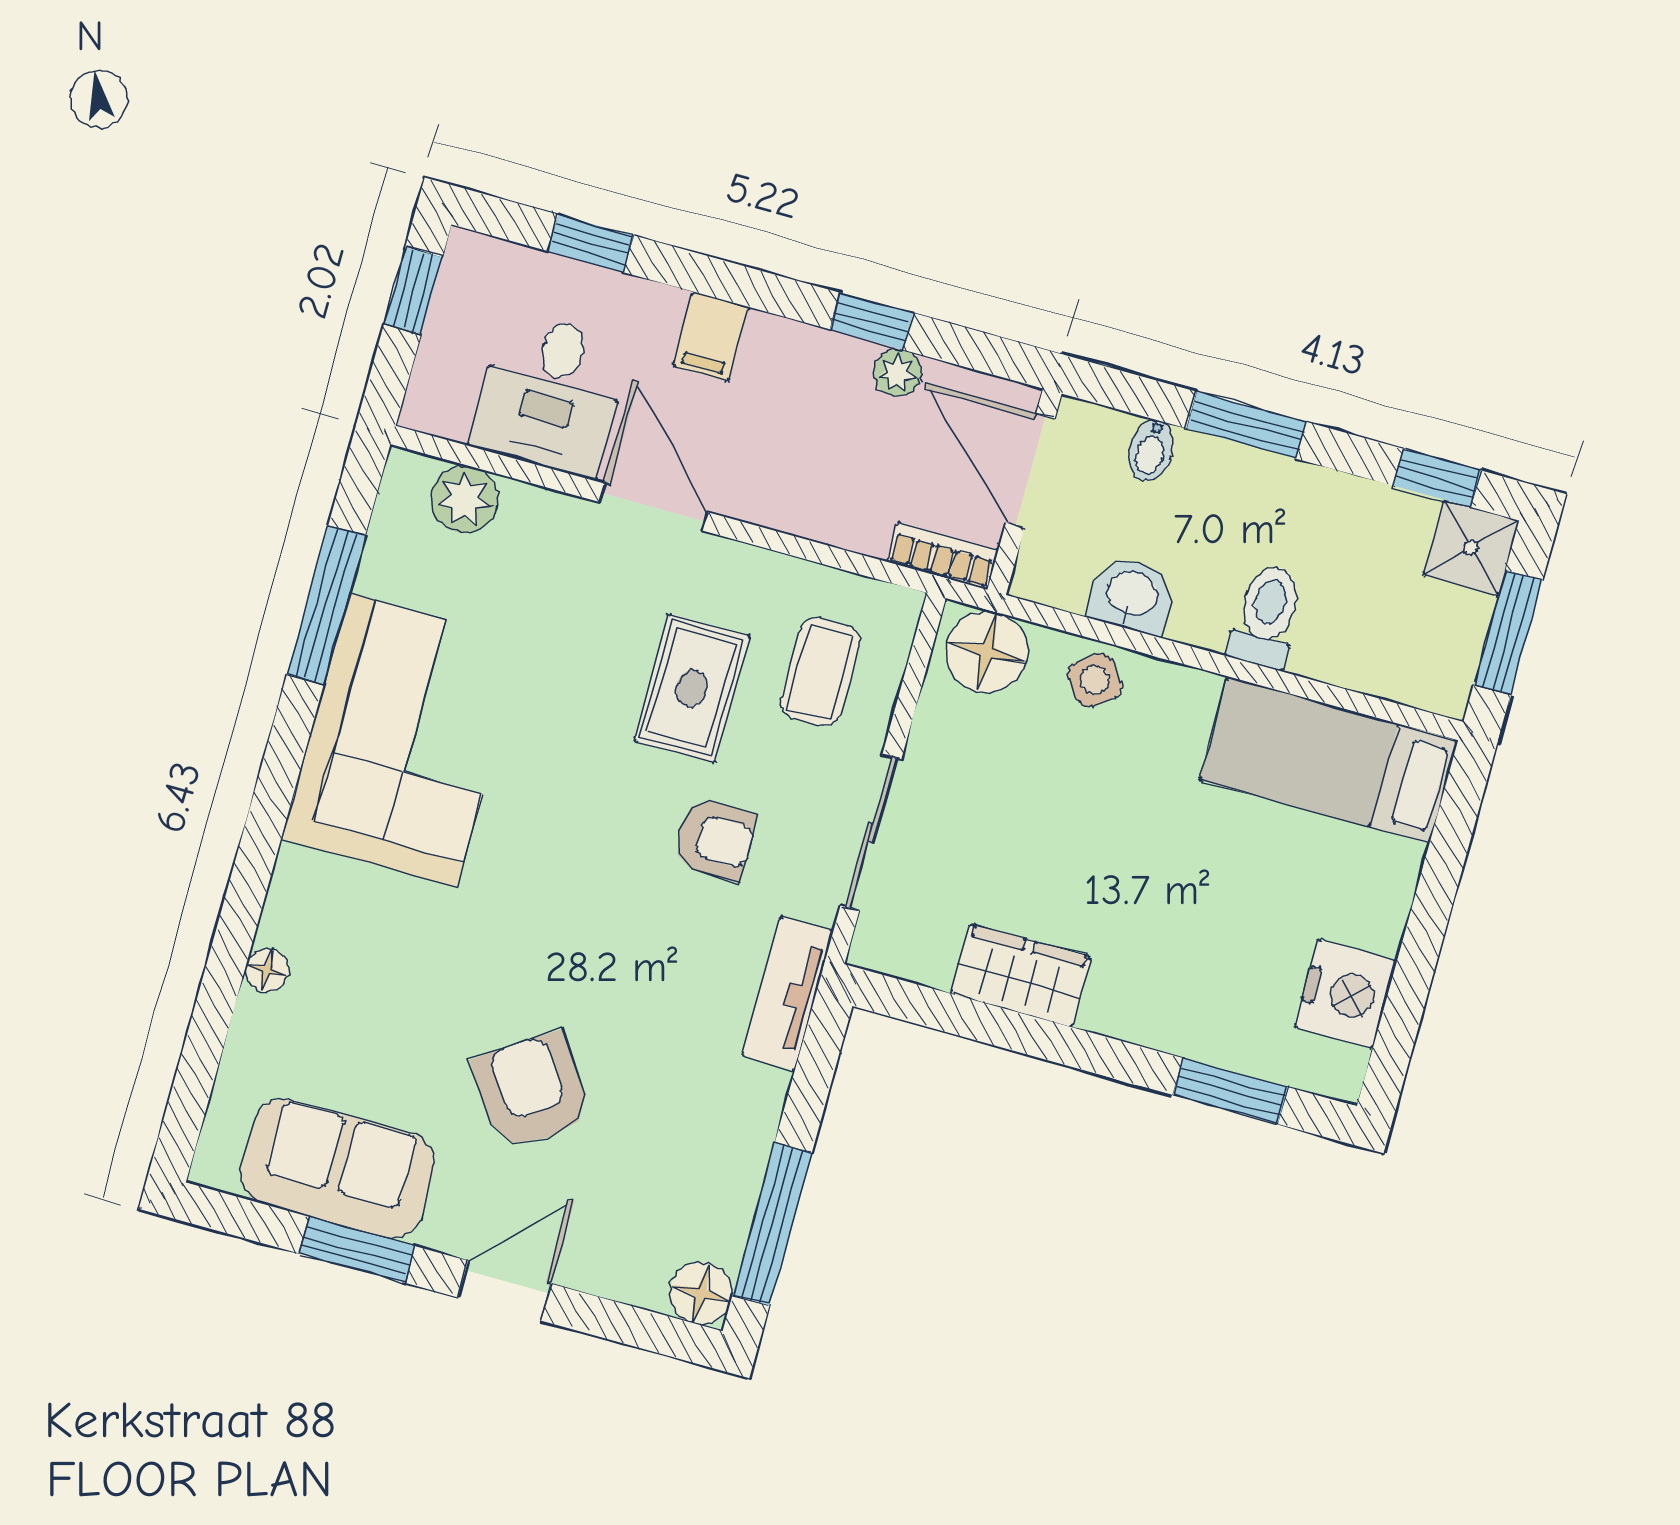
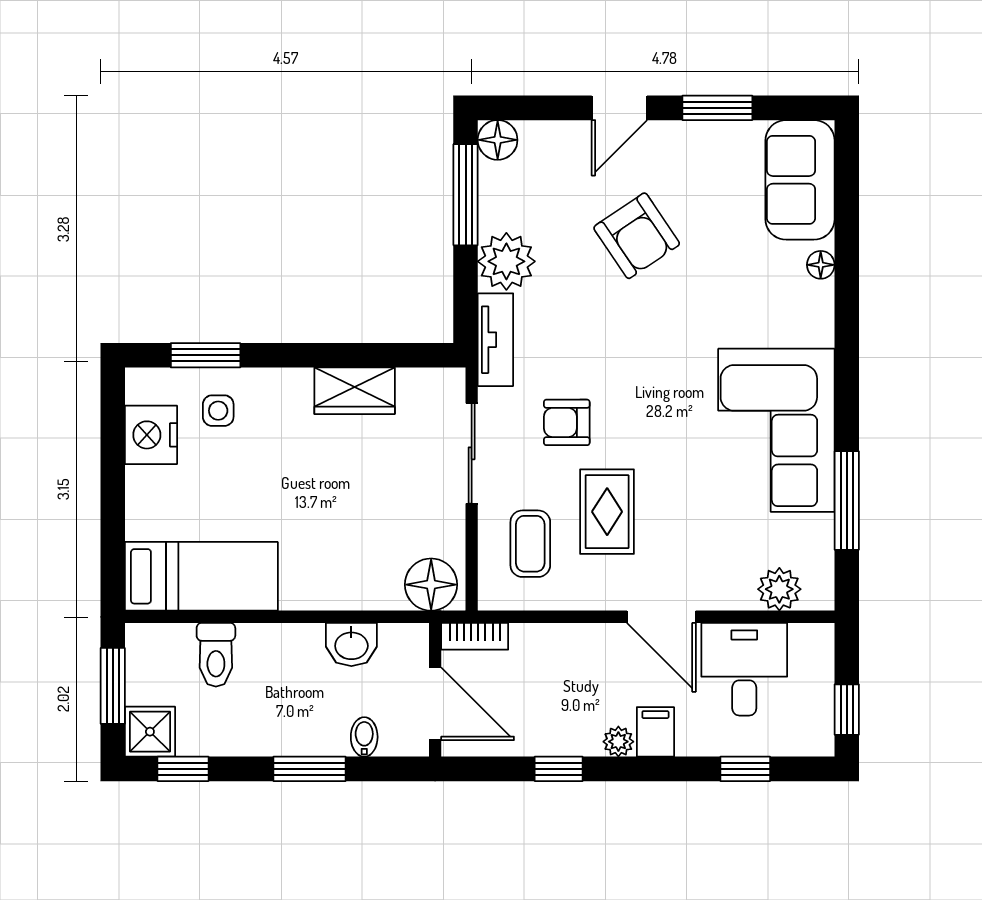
plant: (897, 373) -> (618, 742), moved
toilet: (1267, 616) -> (216, 655), moved
side table: (1095, 680) -> (218, 411), moved, turned 36
plant: (738, 1107) -> (506, 261), added
sofa: (337, 1169) -> (800, 180), moved, turned 90

